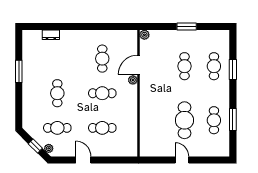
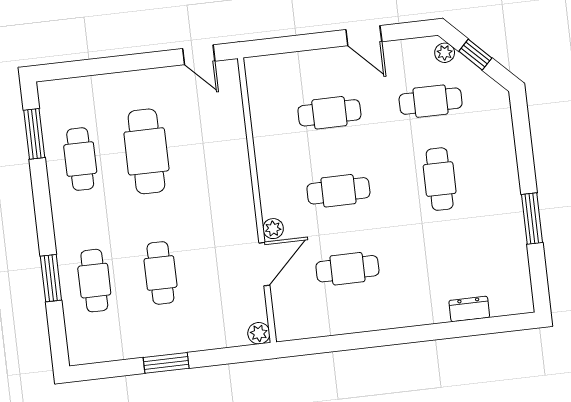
cafe table: (102, 59) -> (347, 269), turned 90
window: (233, 120) -> (34, 134), moved
door: (182, 160) -> (199, 55), moved

